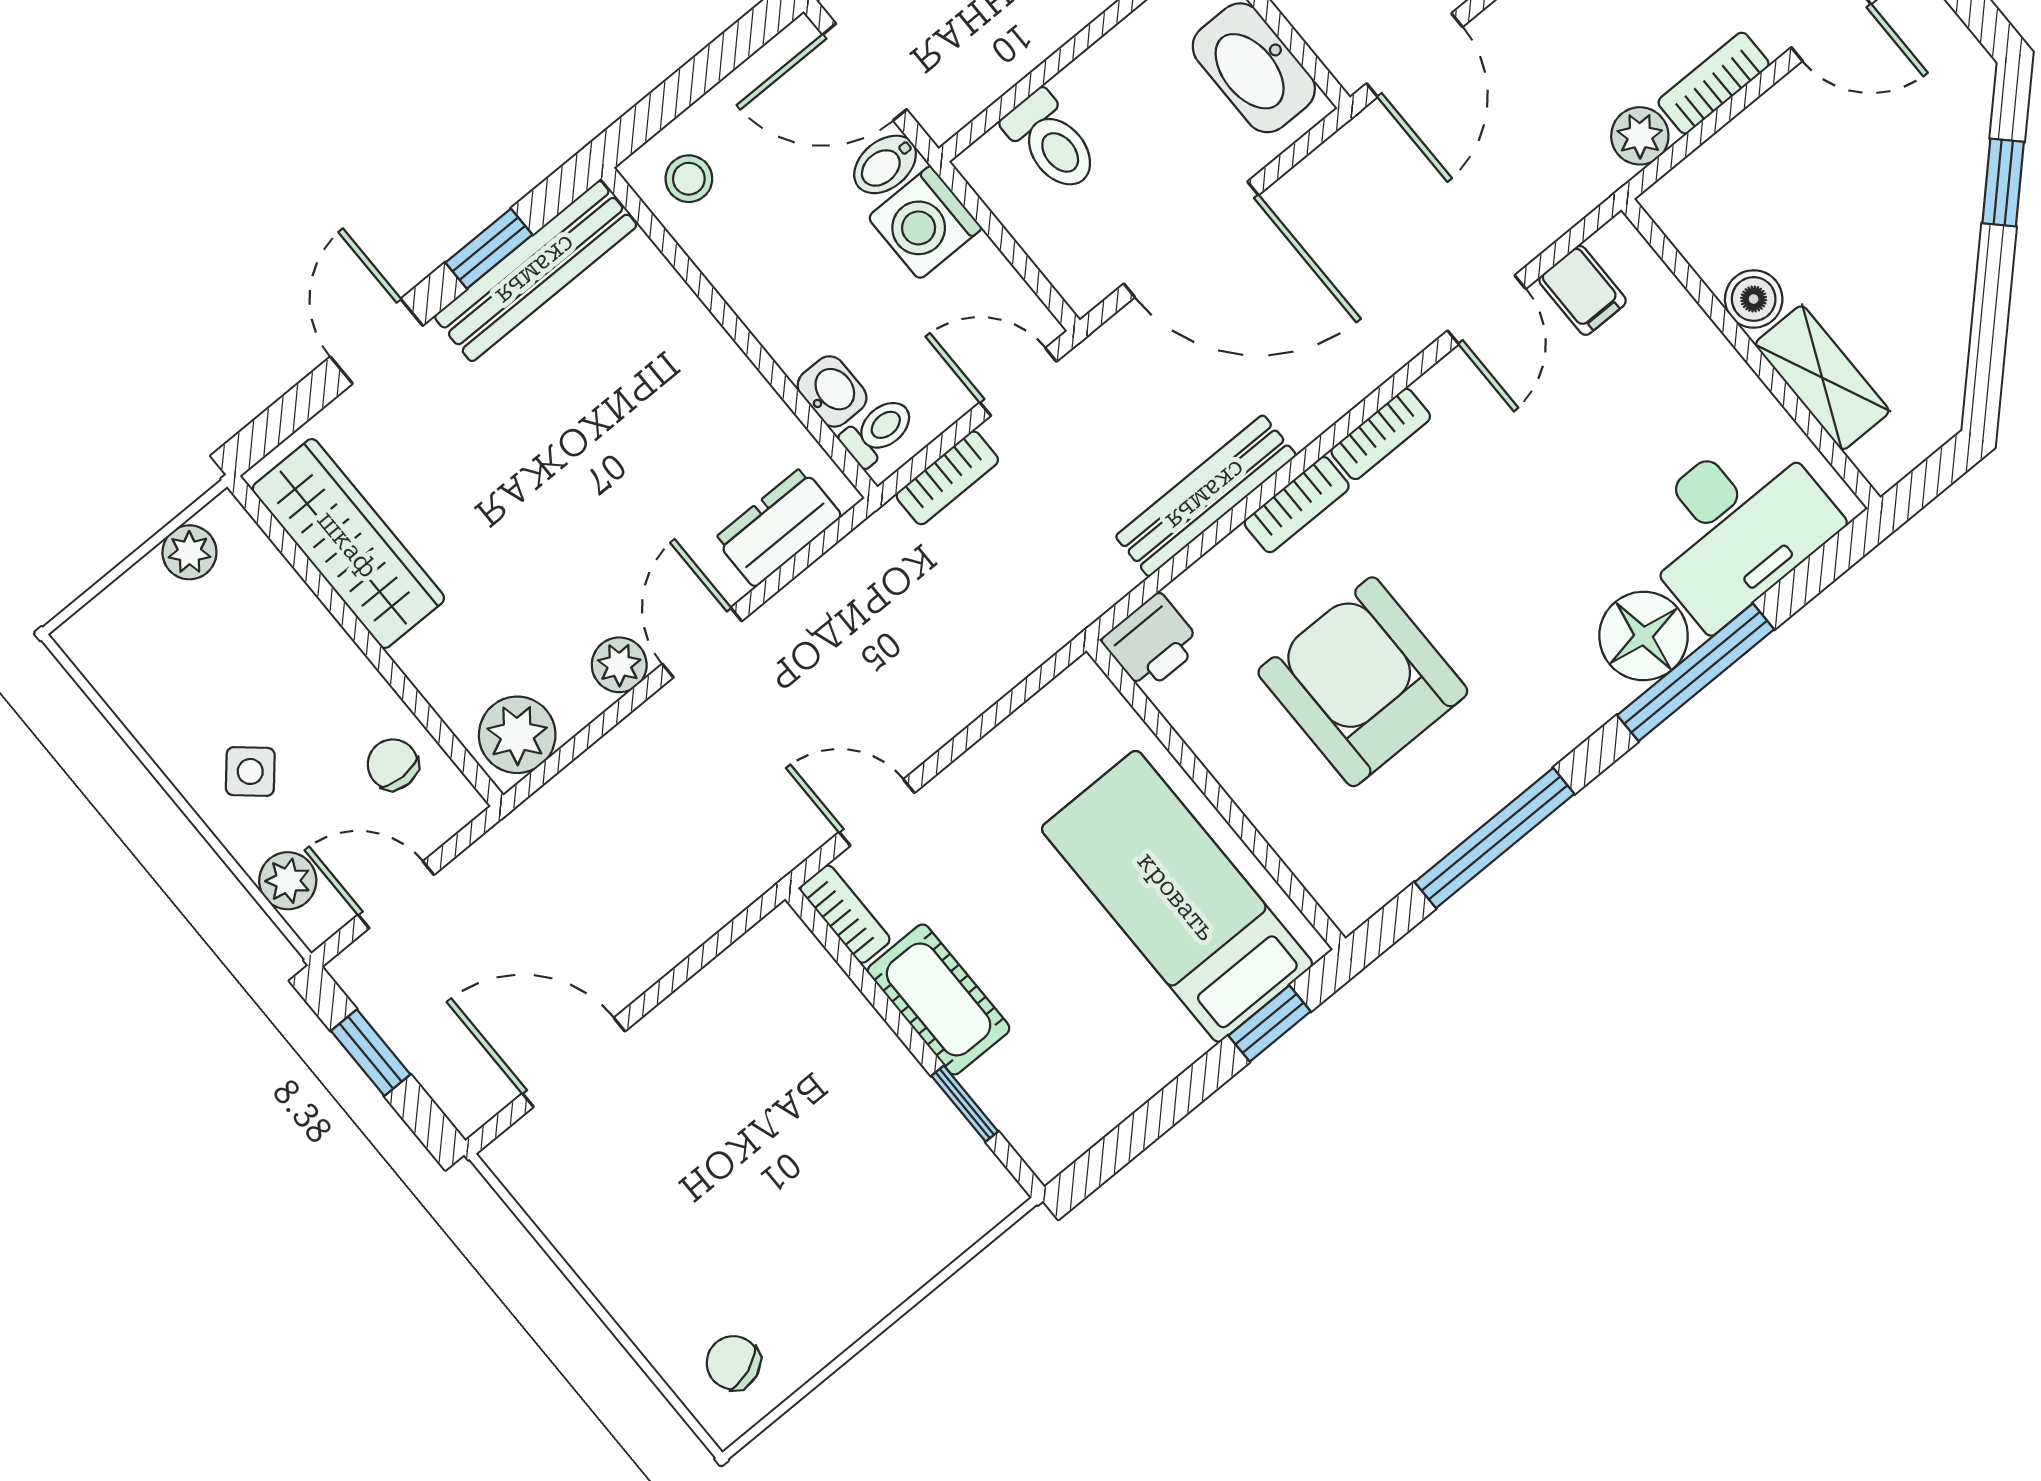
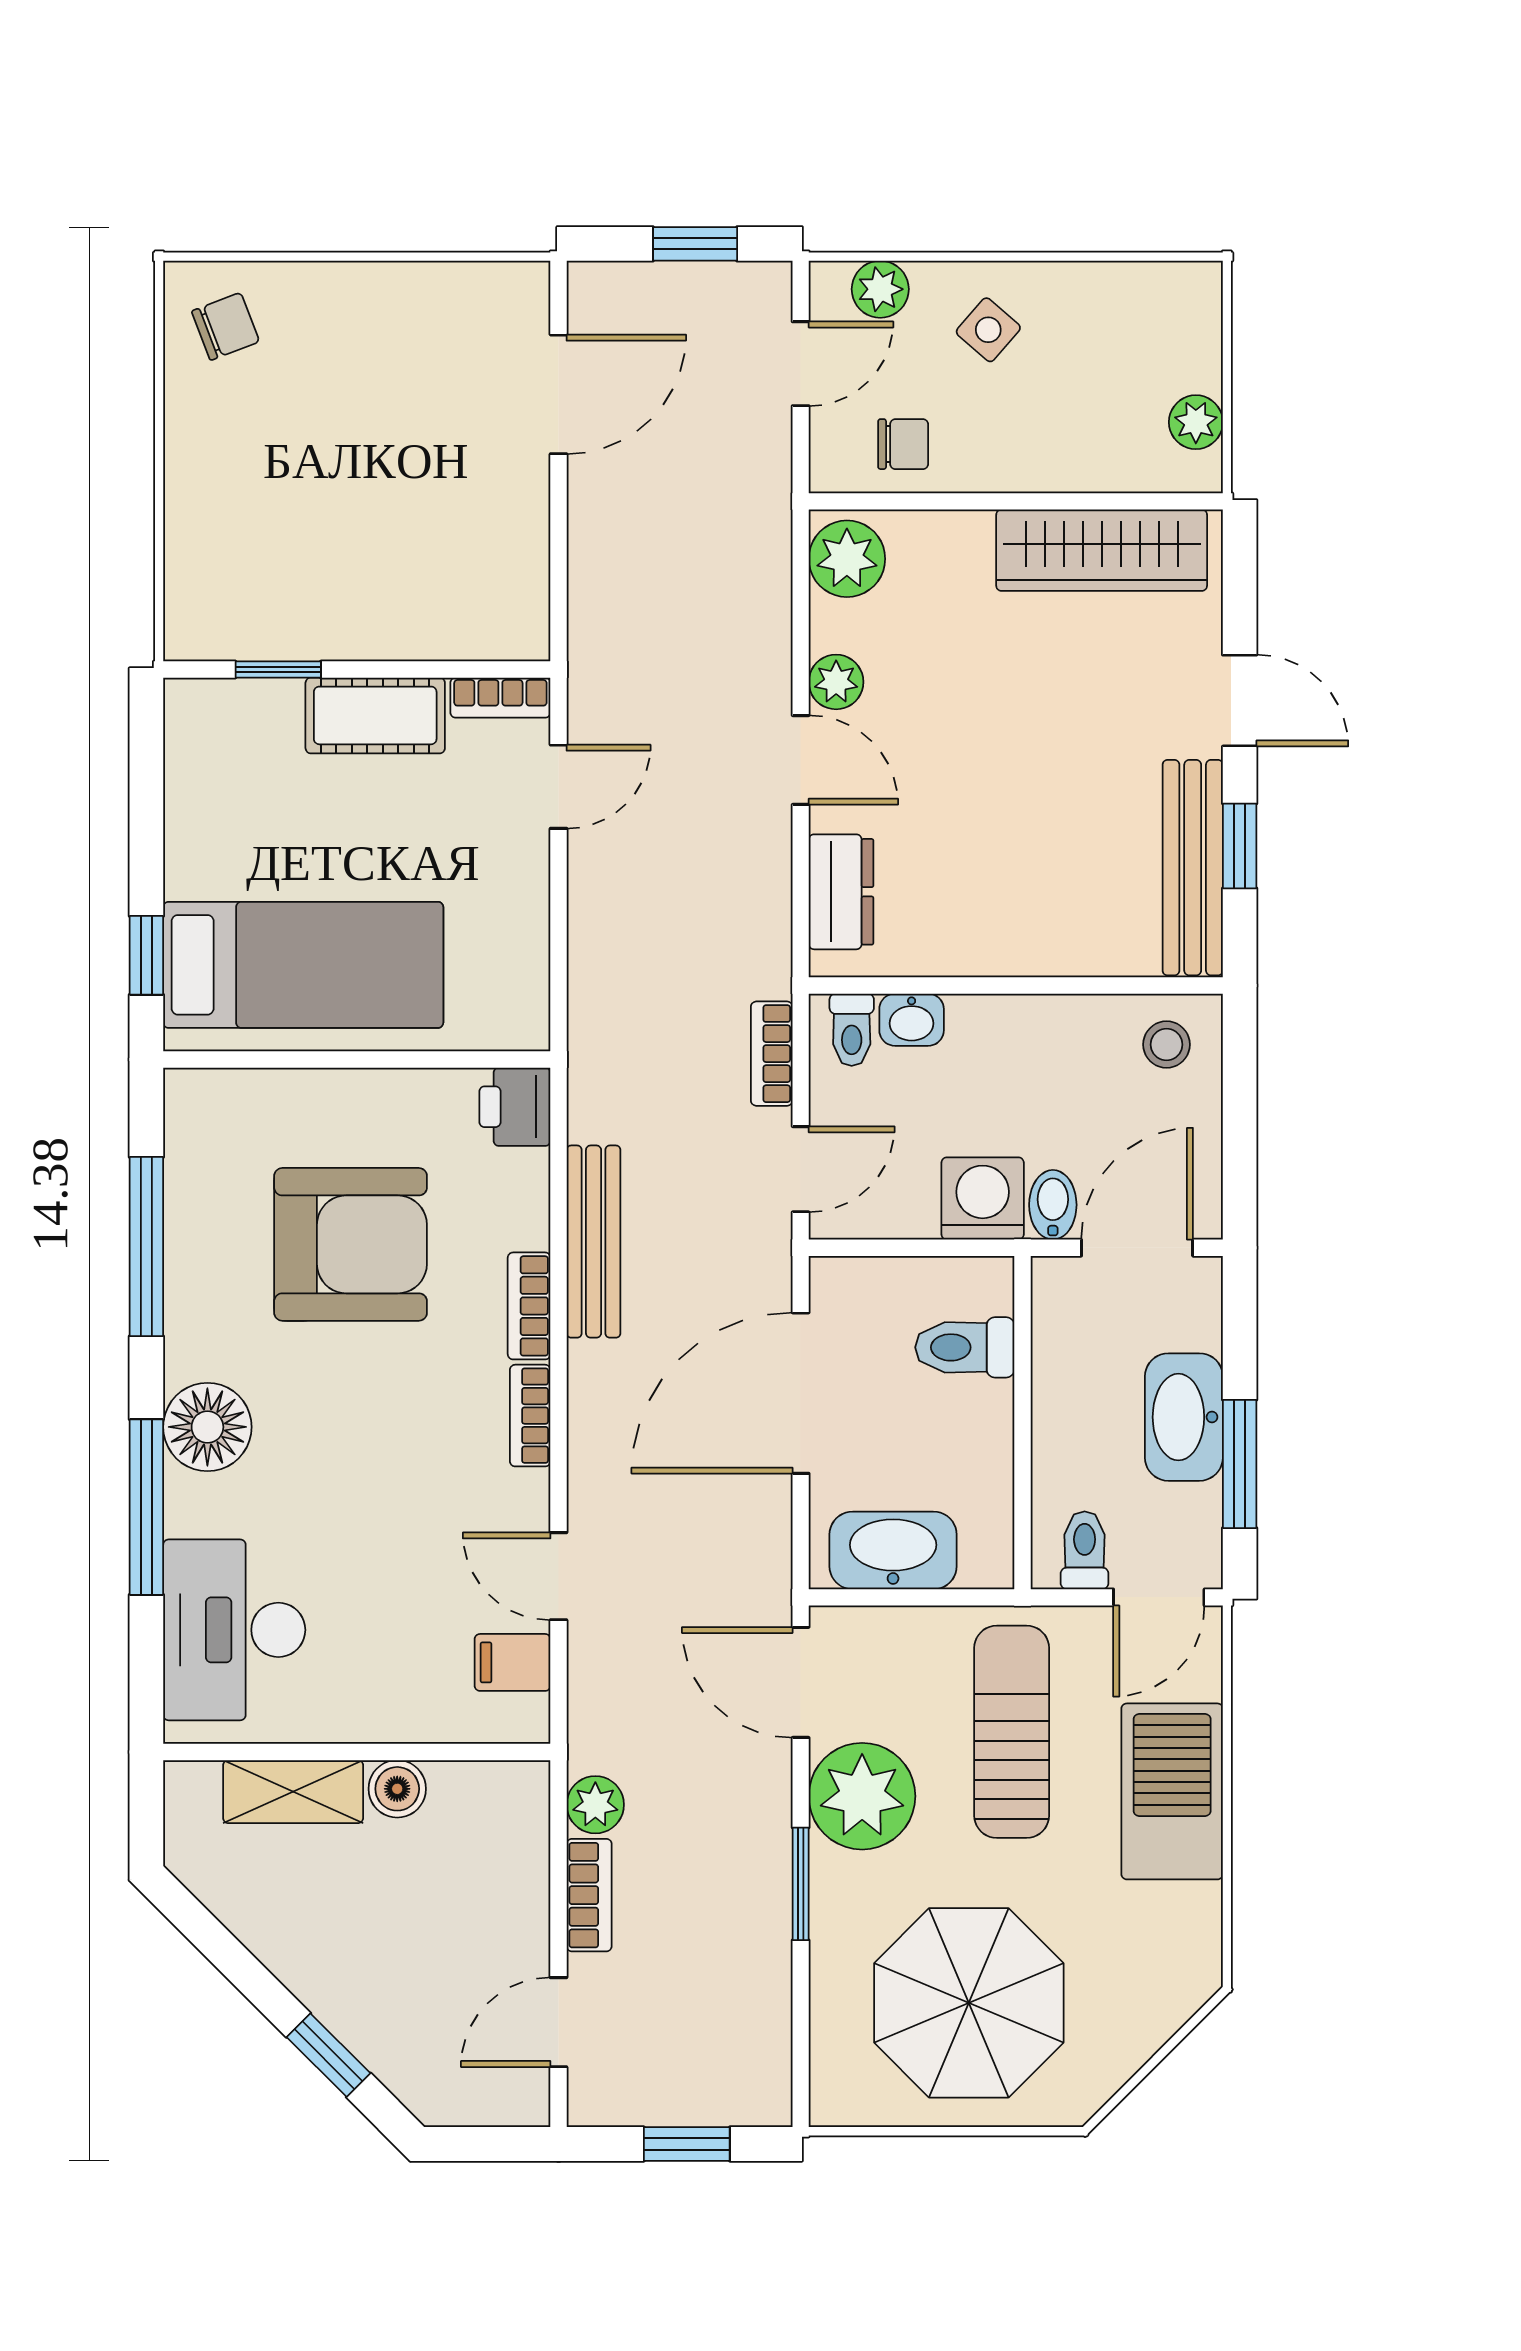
floor lamp: (1644, 636) -> (207, 1427), moved

